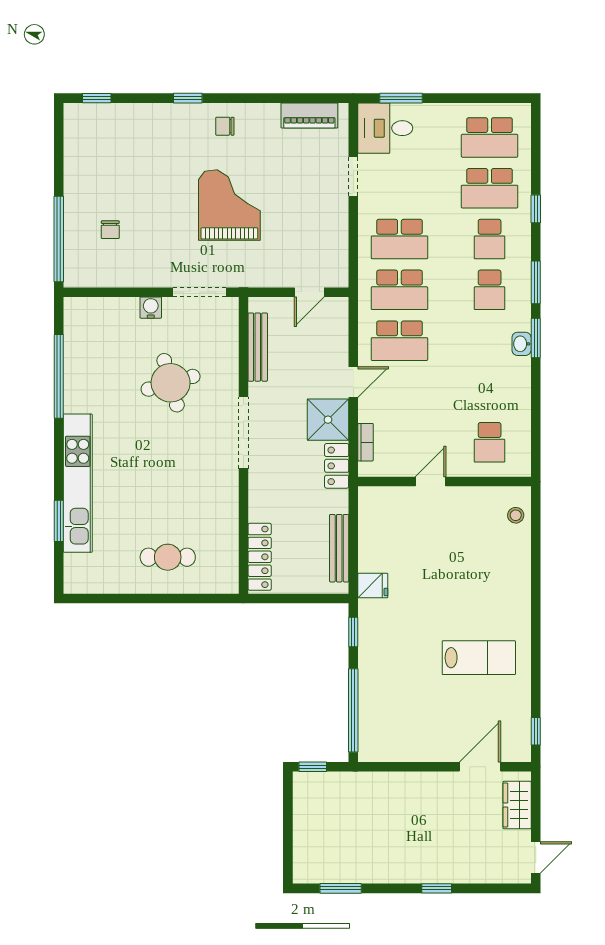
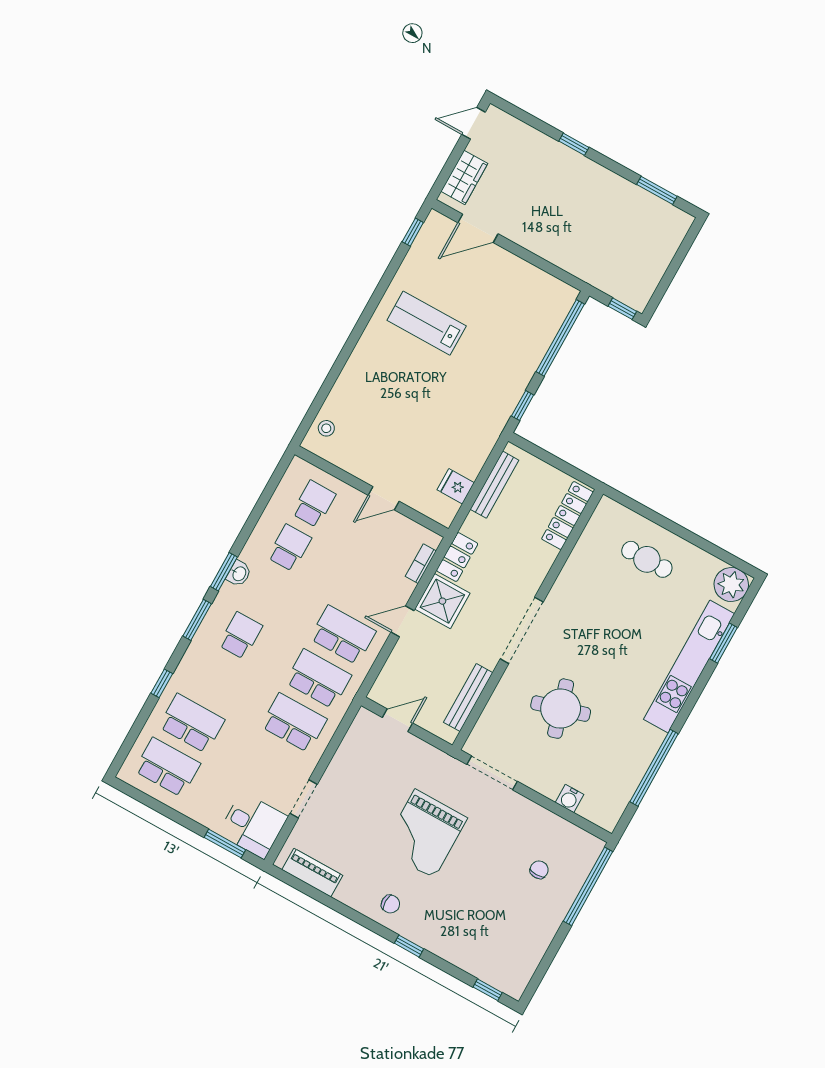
school desk: (490, 239) -> (289, 548), moved
water cooler: (151, 308) -> (570, 799), moved
plant: (81, 576) -> (731, 585), added
fridge: (373, 586) -> (456, 486), moved

